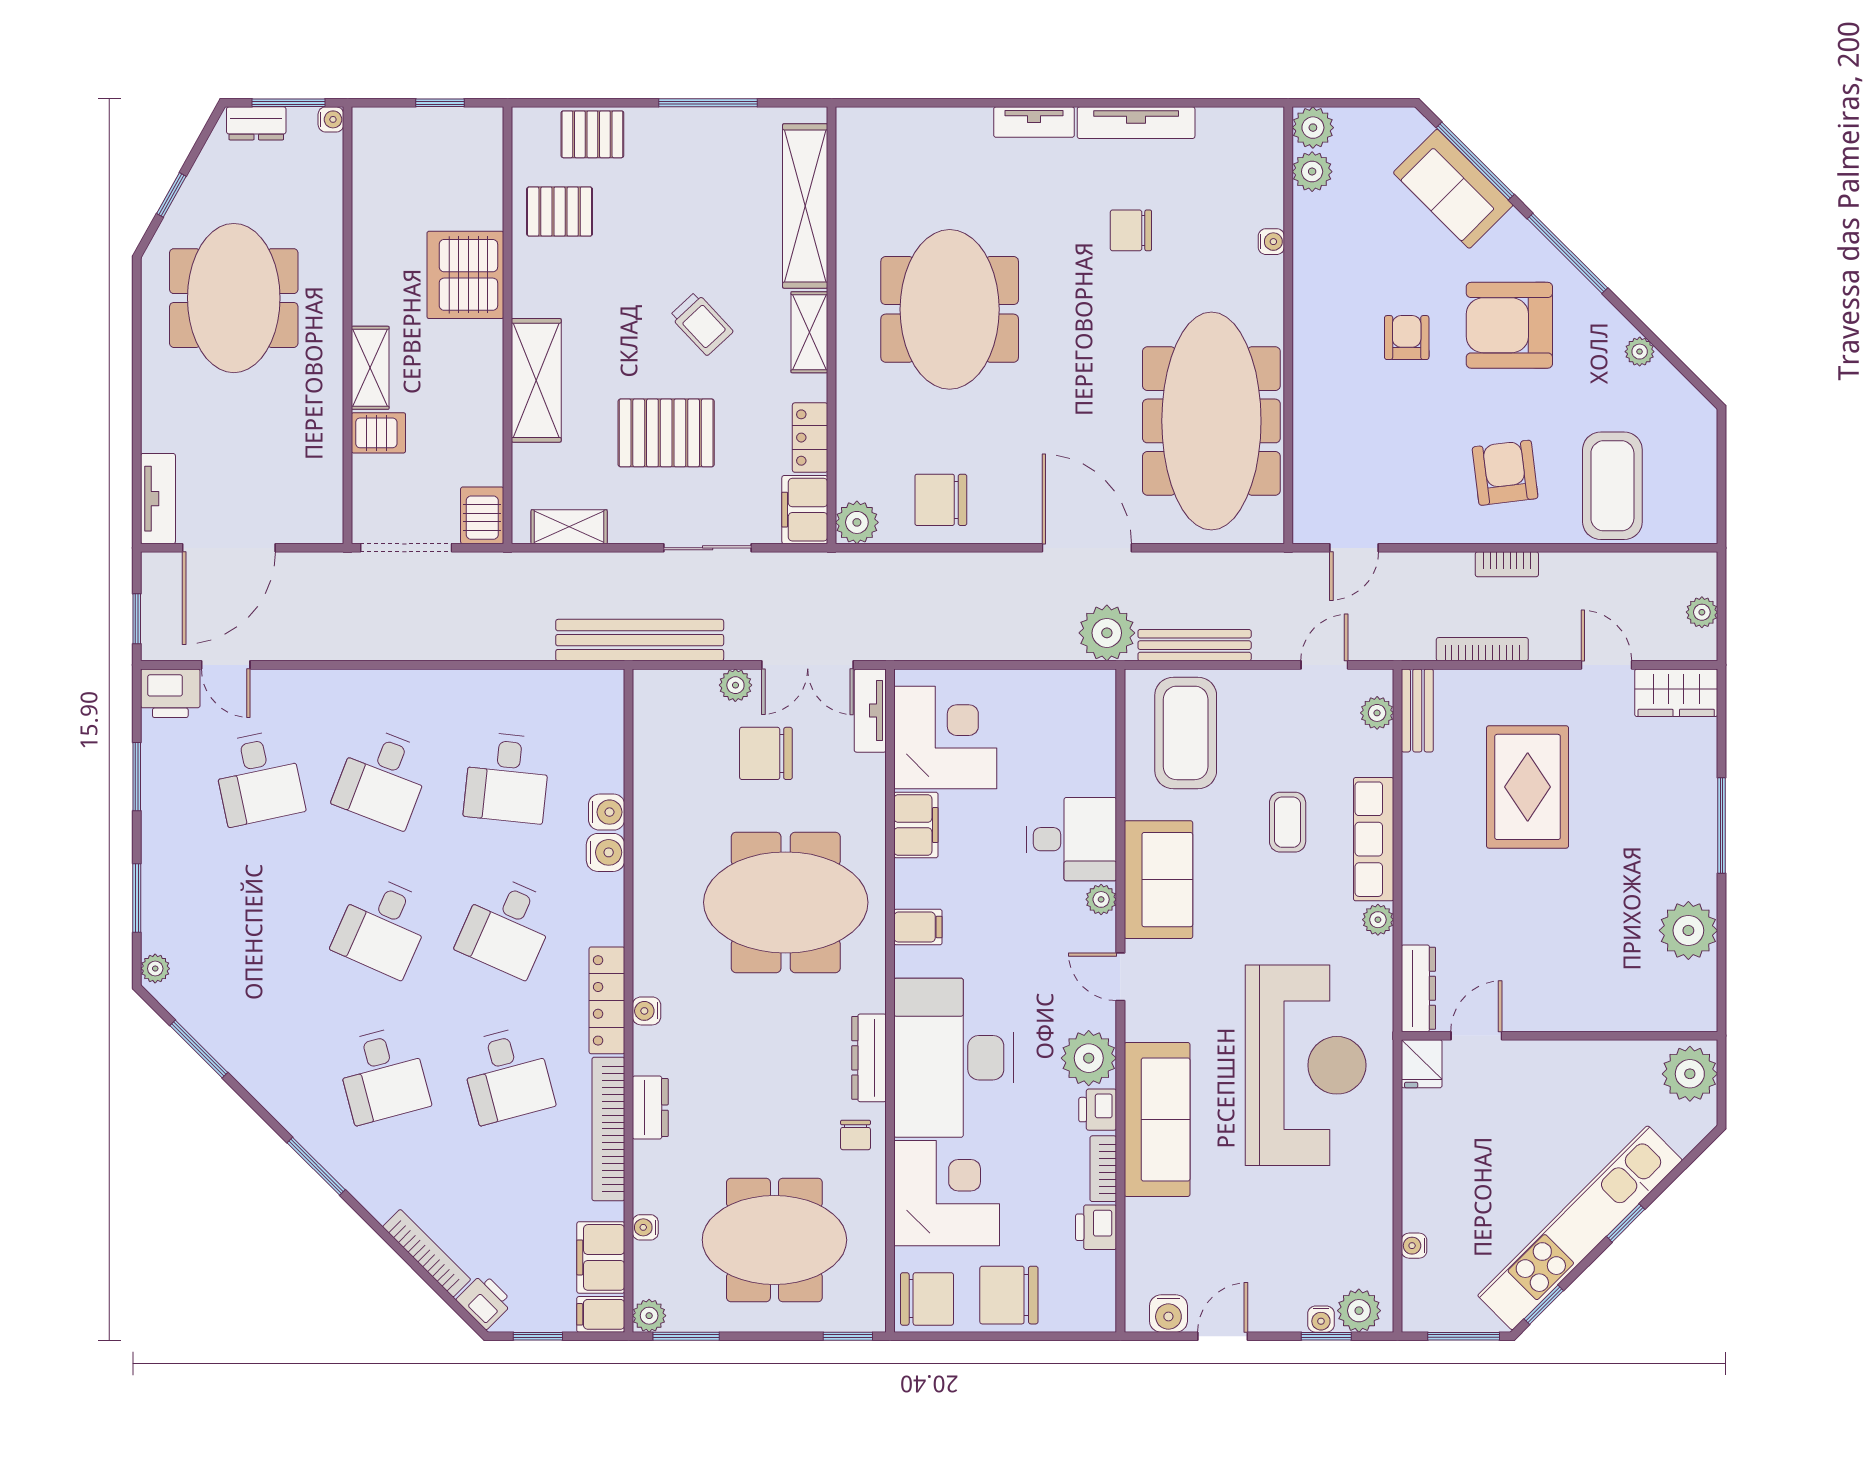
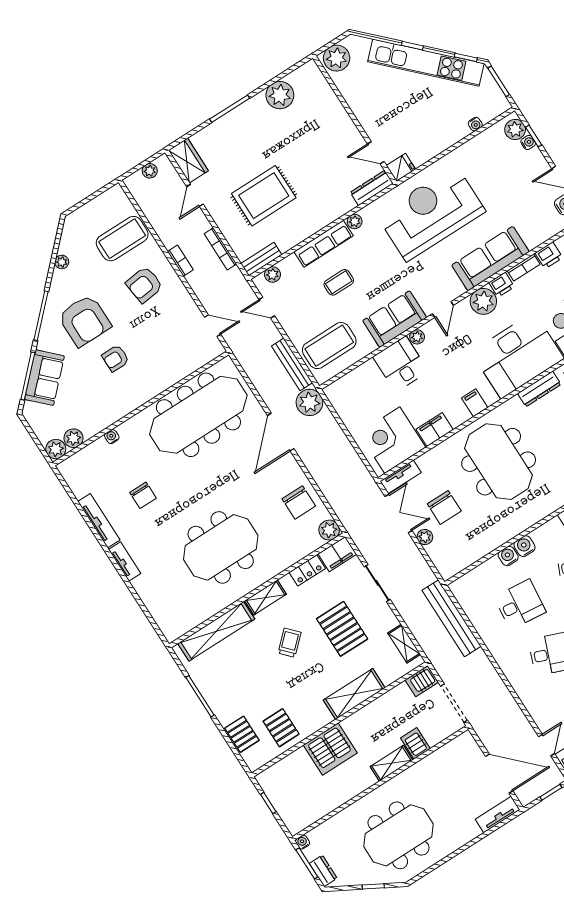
bench: (640, 640) -> (452, 618), moved

